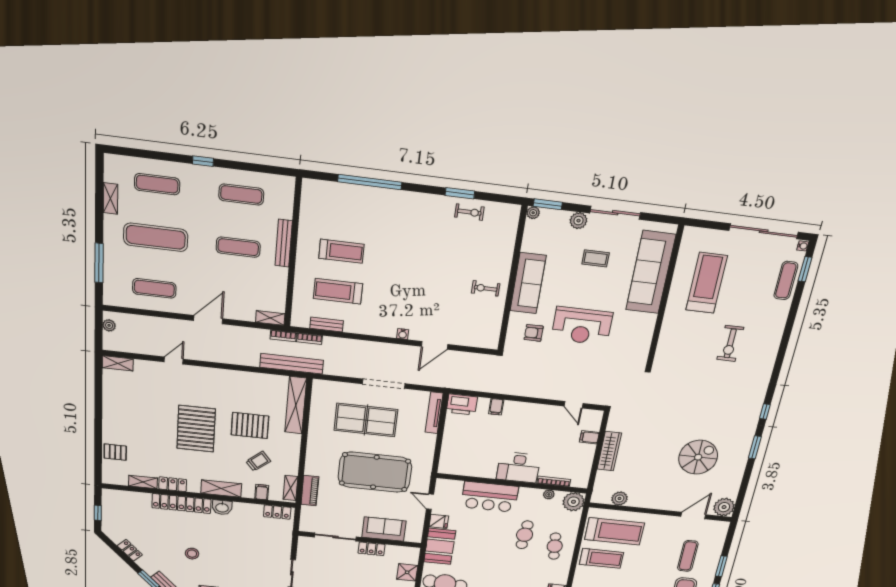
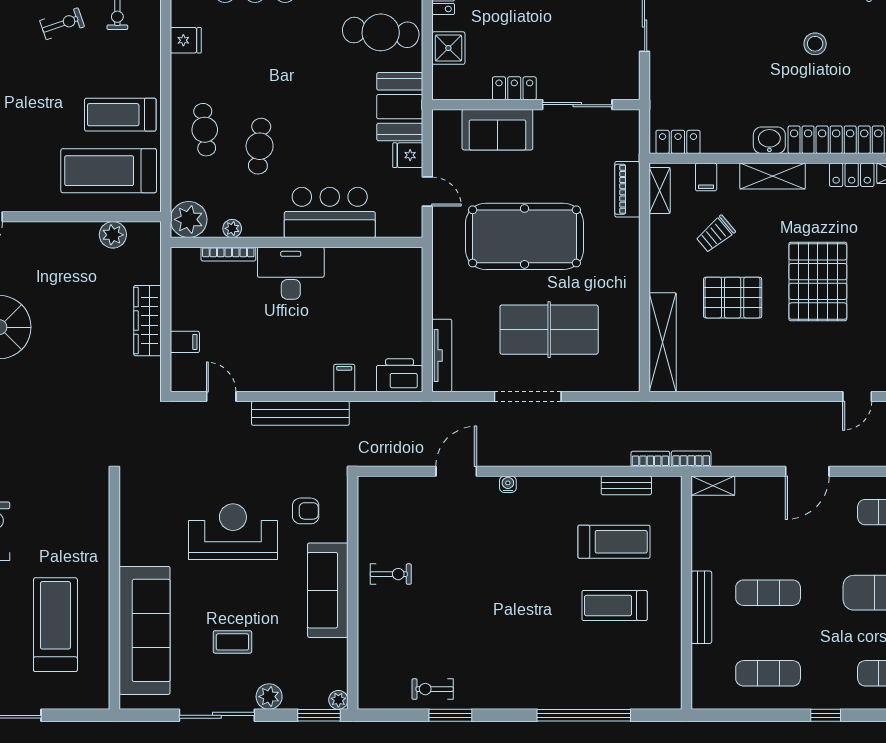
treadmill: (707, 283) -> (55, 625), turned 180
bench: (292, 364) -> (300, 413), moved

